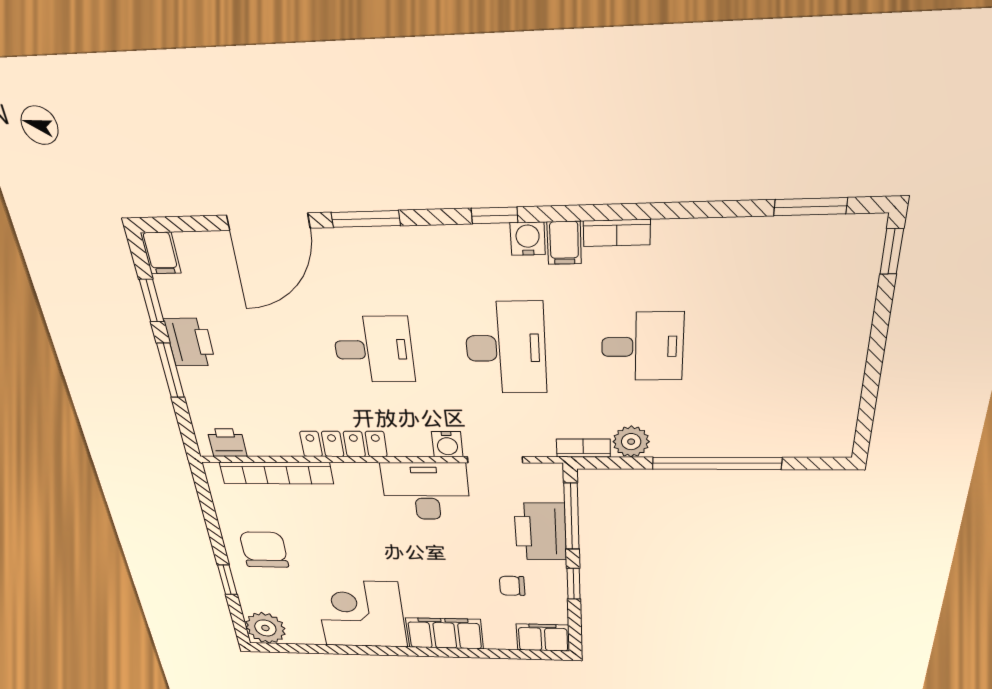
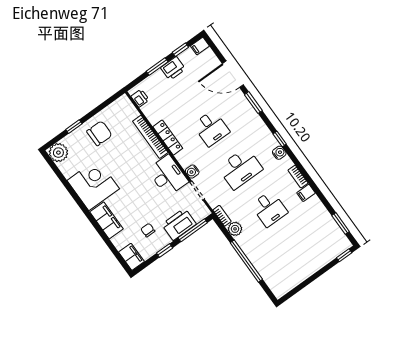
filing cabinet: (564, 243) -> (306, 193), moved
bookcase: (276, 473) -> (150, 137), moved

